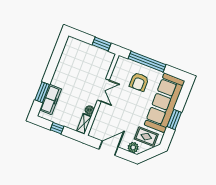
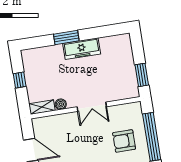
window: (42, 92) -> (66, 37), moved
freezer: (51, 99) -> (82, 49), moved

